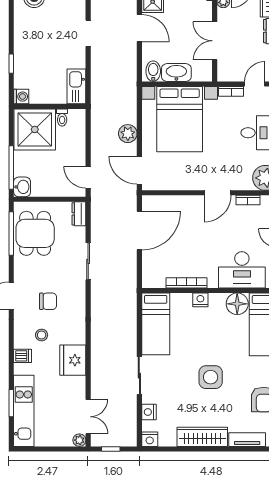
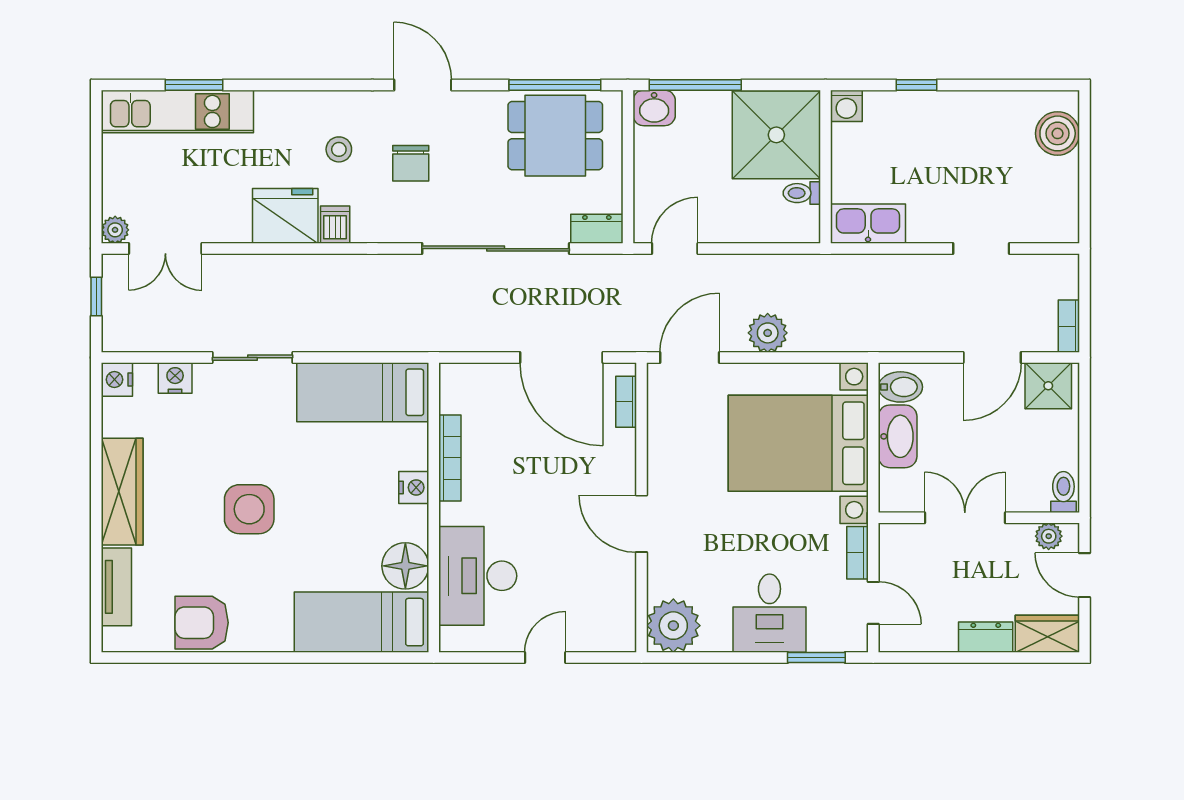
bookcase: (248, 200) -> (626, 402), moved
sliding door: (88, 261) -> (496, 249), width x1.86
dishwasher: (23, 356) -> (335, 225), moved, turned 180

